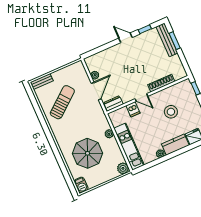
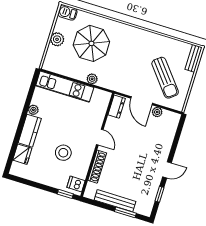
bench: (167, 40) -> (115, 201), moved
door: (141, 97) -> (100, 137), swing flipped
sun lounger: (62, 102) -> (165, 78), moved
dishwasher: (133, 109) -> (76, 184), moved
plant: (123, 168) -> (57, 39), moved

